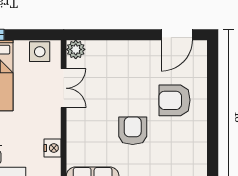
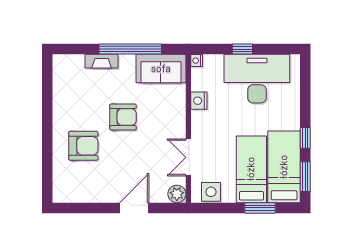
door: (177, 35) -> (134, 208), moved
armchair: (133, 131) -> (123, 117), turned -90

